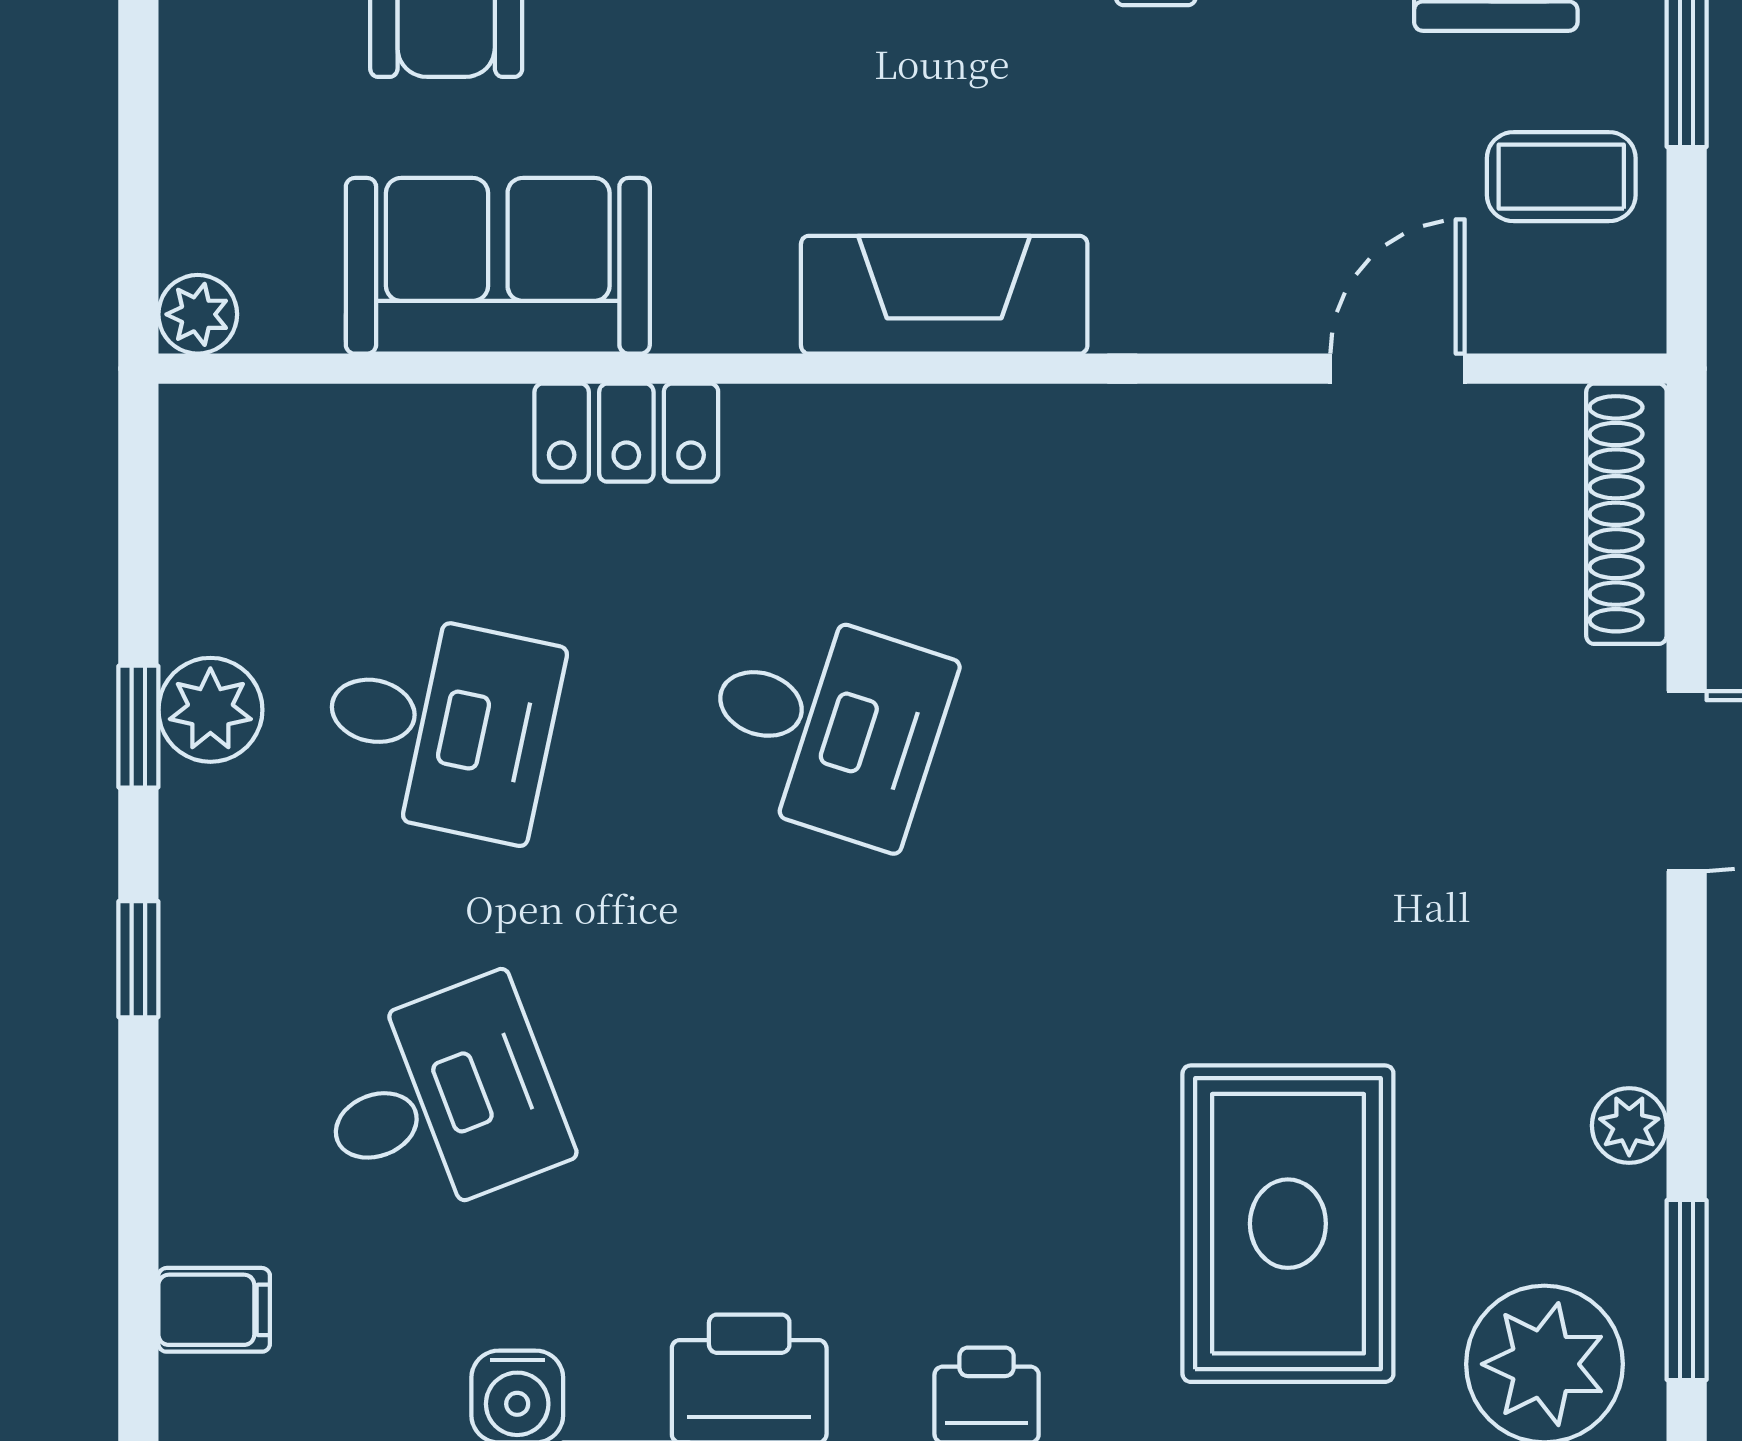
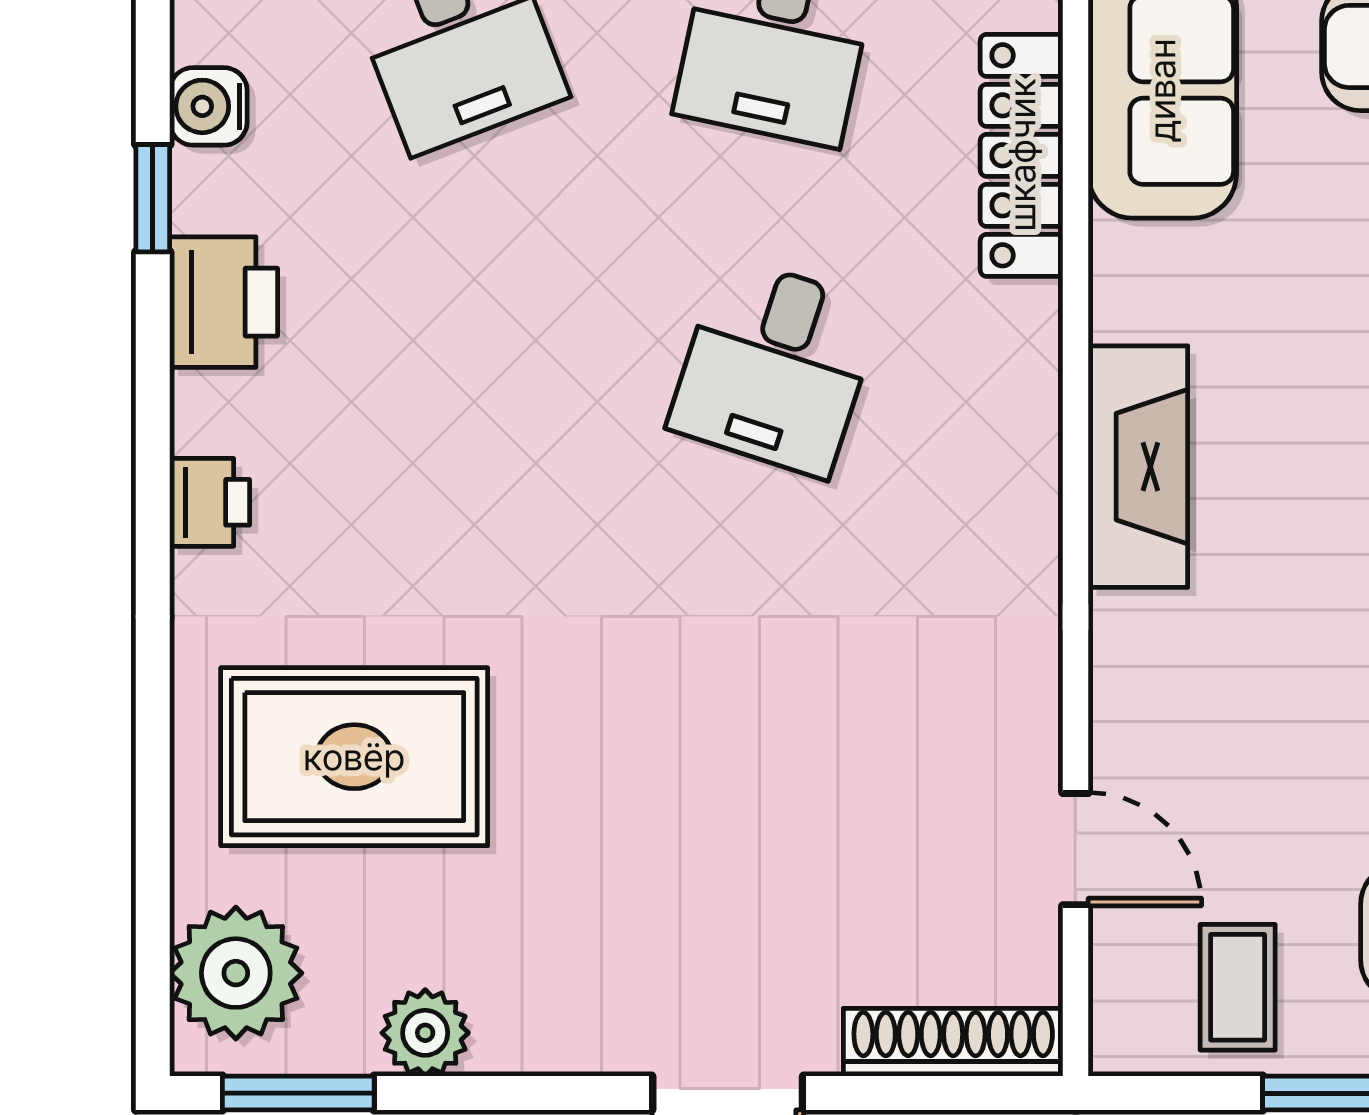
locker: (626, 433) -> (1022, 155), width x1.53
plant: (1629, 1126) -> (425, 1033), width x1.37, depth x1.37

